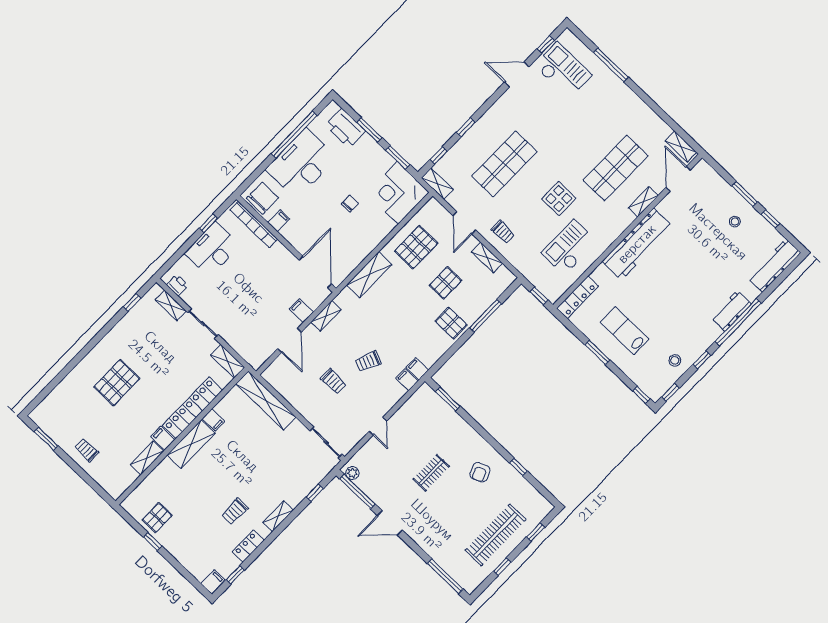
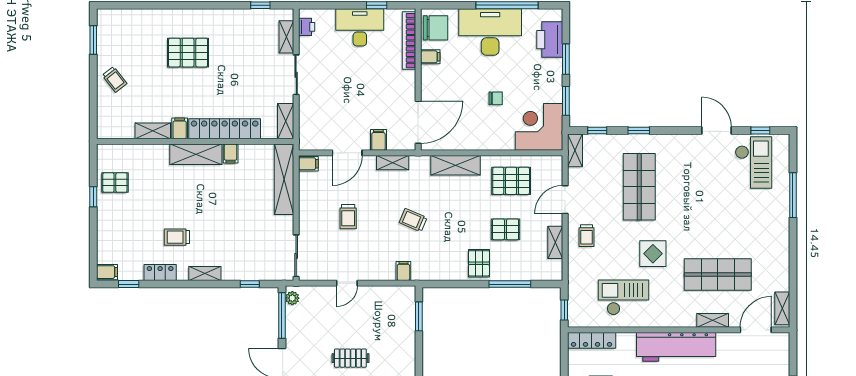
shop shelf: (504, 164) -> (639, 187), turned 90
trolley: (368, 361) -> (413, 220), moved
filing cabinet: (417, 369) -> (308, 164), moved, turned 90
trolley: (87, 450) -> (115, 79), turned 142

